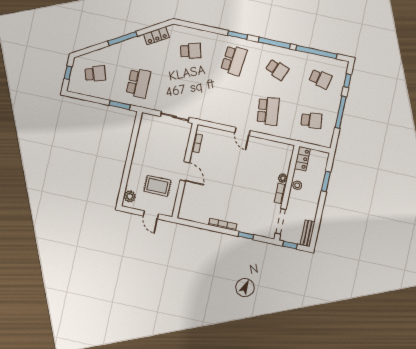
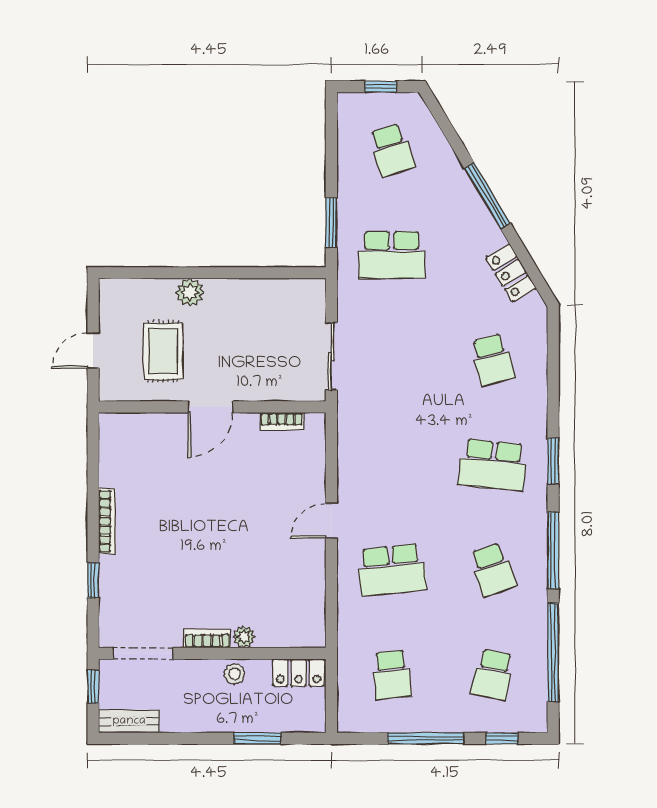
school desk: (277, 70) -> (493, 570), turned -39
plant: (130, 196) -> (190, 292), moved

